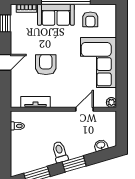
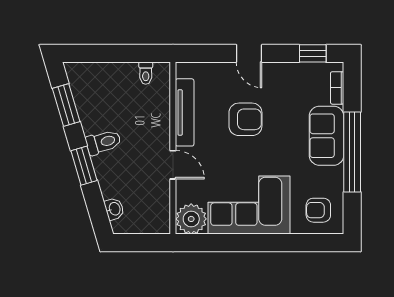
armchair: (90, 19) -> (318, 210), moved
tv unit: (36, 102) -> (185, 112), width x1.41
plant: (111, 102) -> (191, 219), width x1.87, depth x1.87
door: (84, 109) -> (173, 165), moved

